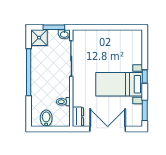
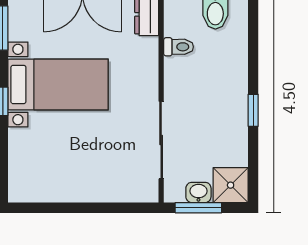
washbasin: (64, 34) -> (198, 192), moved
window: (29, 72) -> (253, 110), width x0.32

